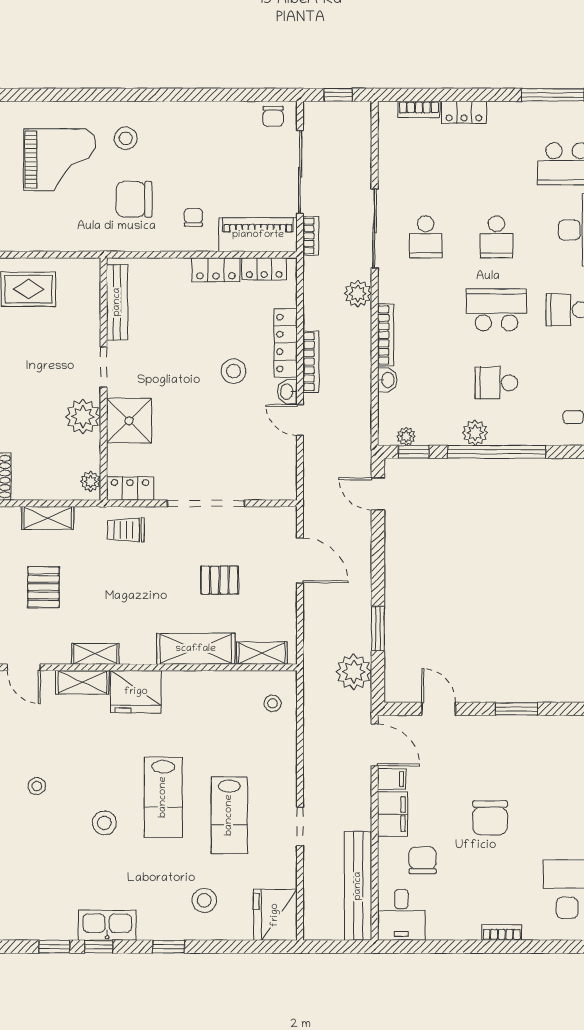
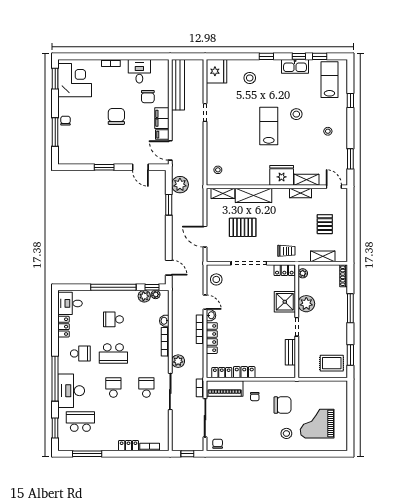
bench: (117, 302) -> (290, 352), width x0.73
stool: (234, 371) -> (216, 279), moved
school desk: (496, 383) -> (113, 319), turned 180
plant: (475, 433) -> (144, 296), moved
pallet: (219, 580) -> (243, 227), width x1.50, depth x1.42
lab bench: (229, 815) -> (329, 80), moved
desk: (401, 915) -> (139, 71), moved

